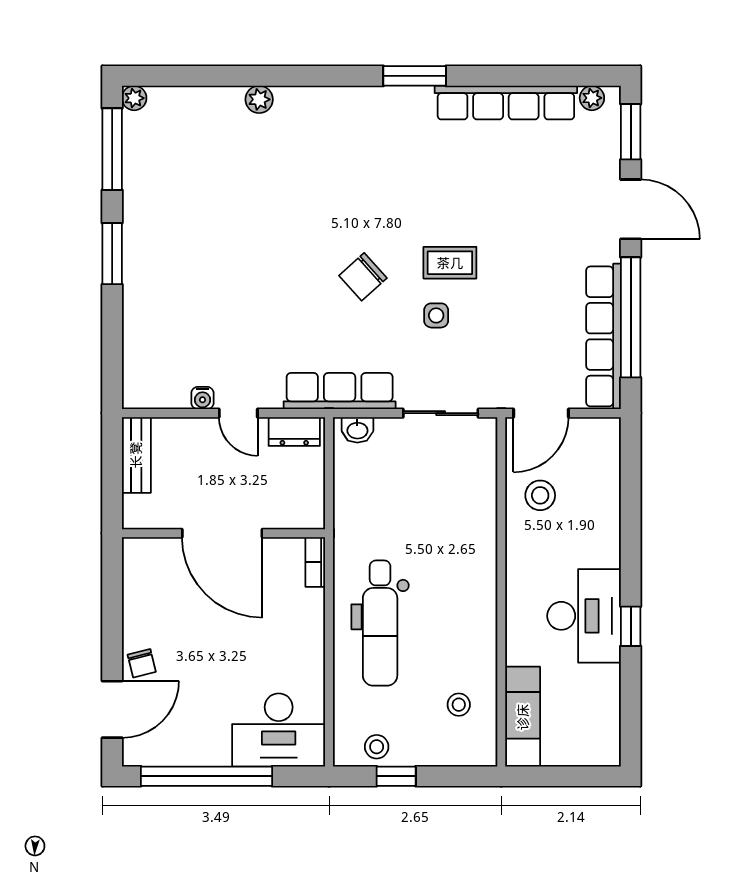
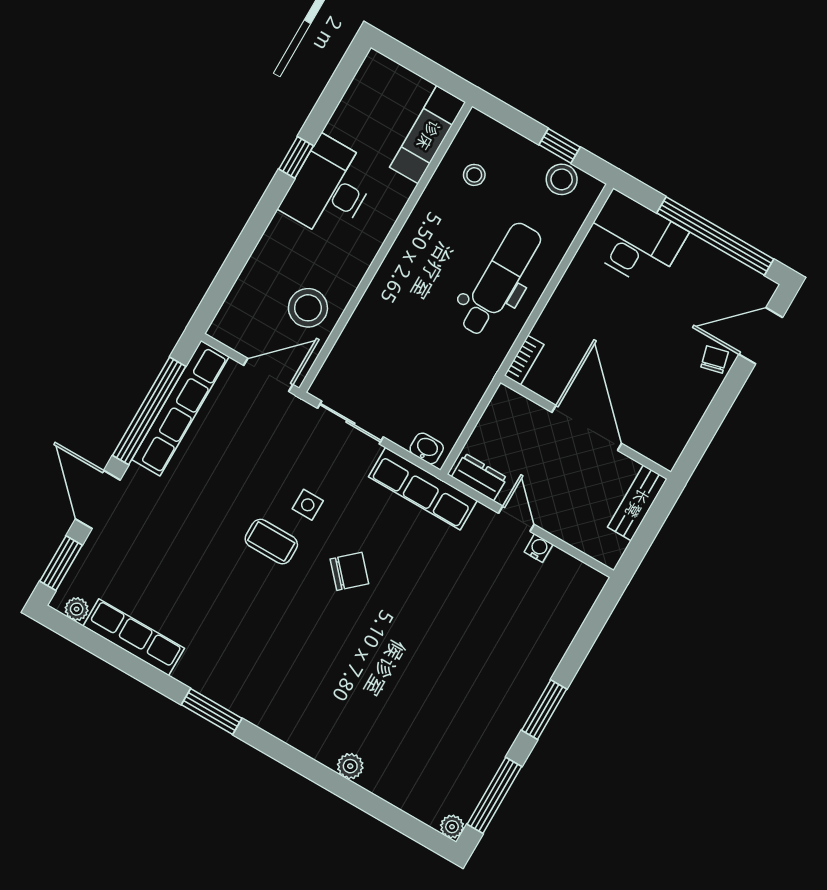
row of seats: (506, 103) -> (134, 637), width x0.73
bench: (136, 455) -> (637, 503), moved
stool: (540, 495) -> (308, 308), width x1.38, depth x1.38
stool: (377, 747) -> (562, 179), width x1.37, depth x1.37

